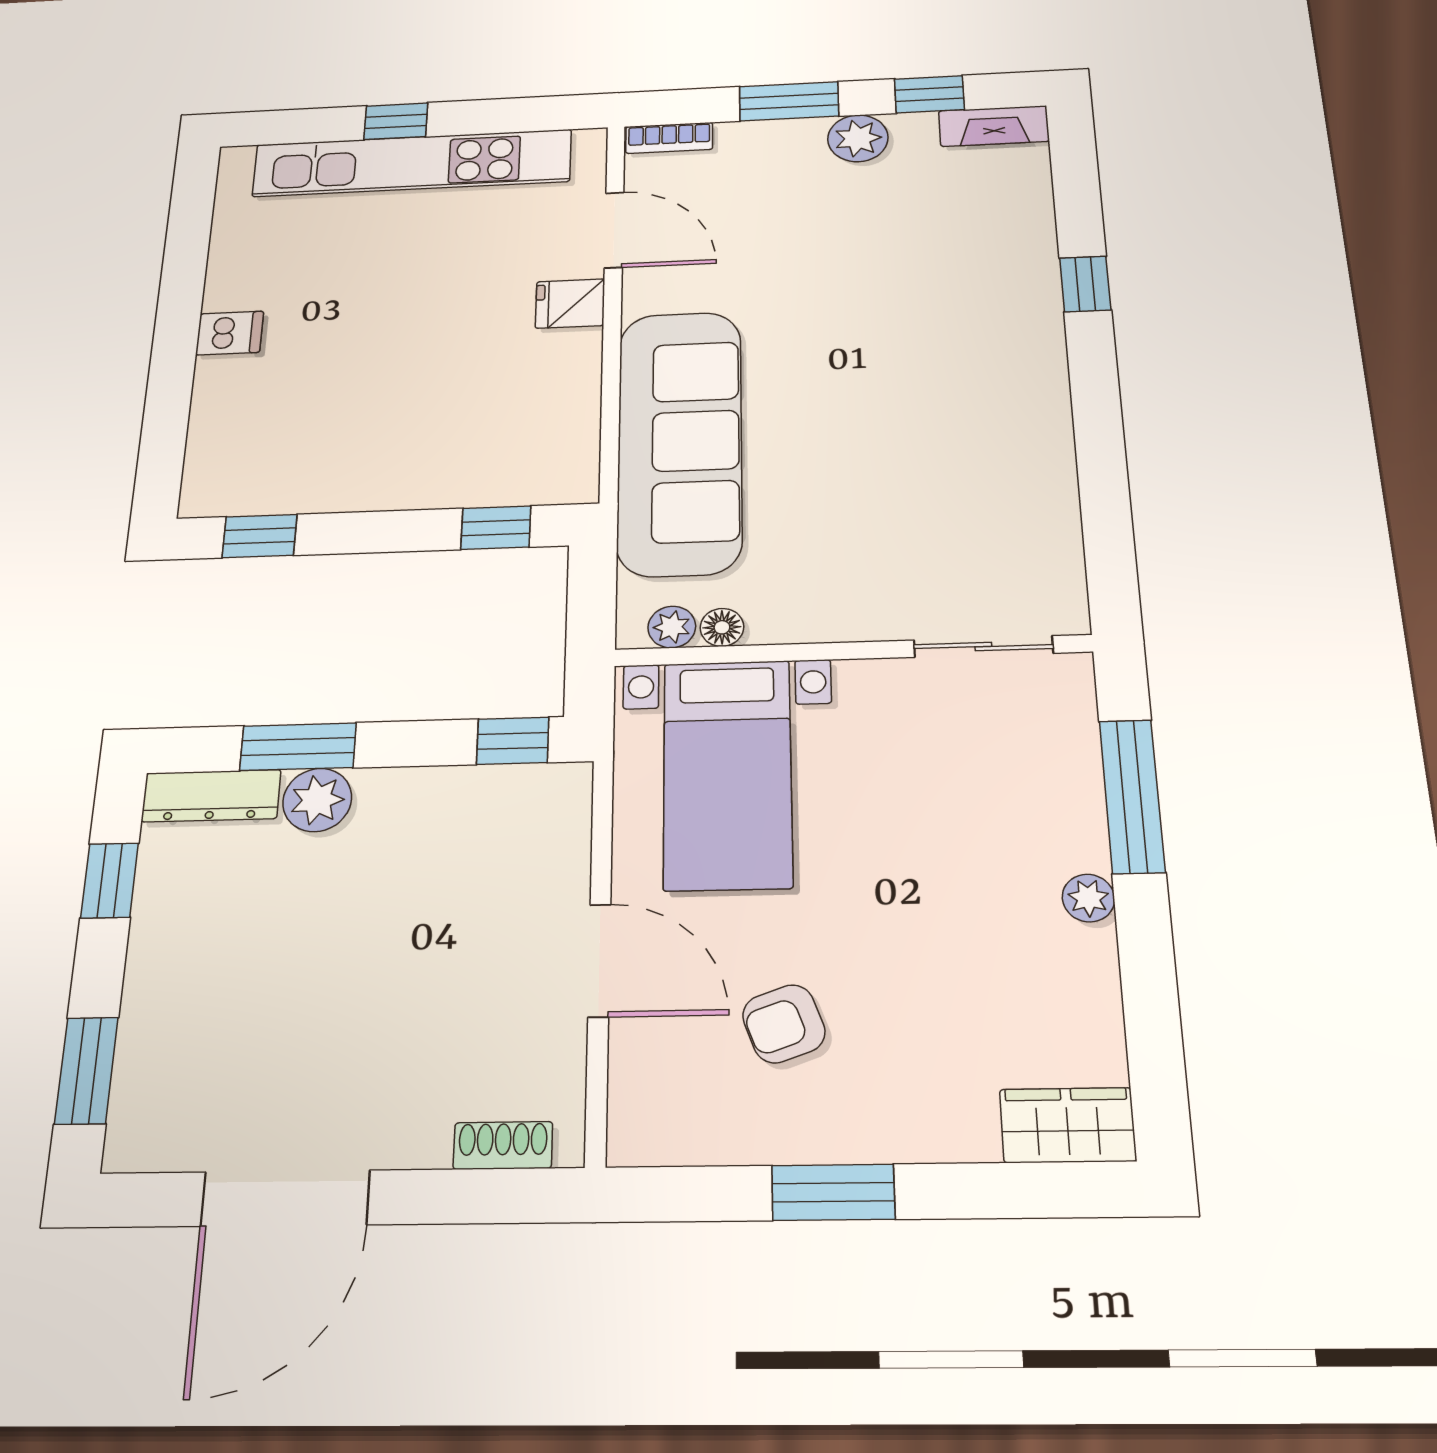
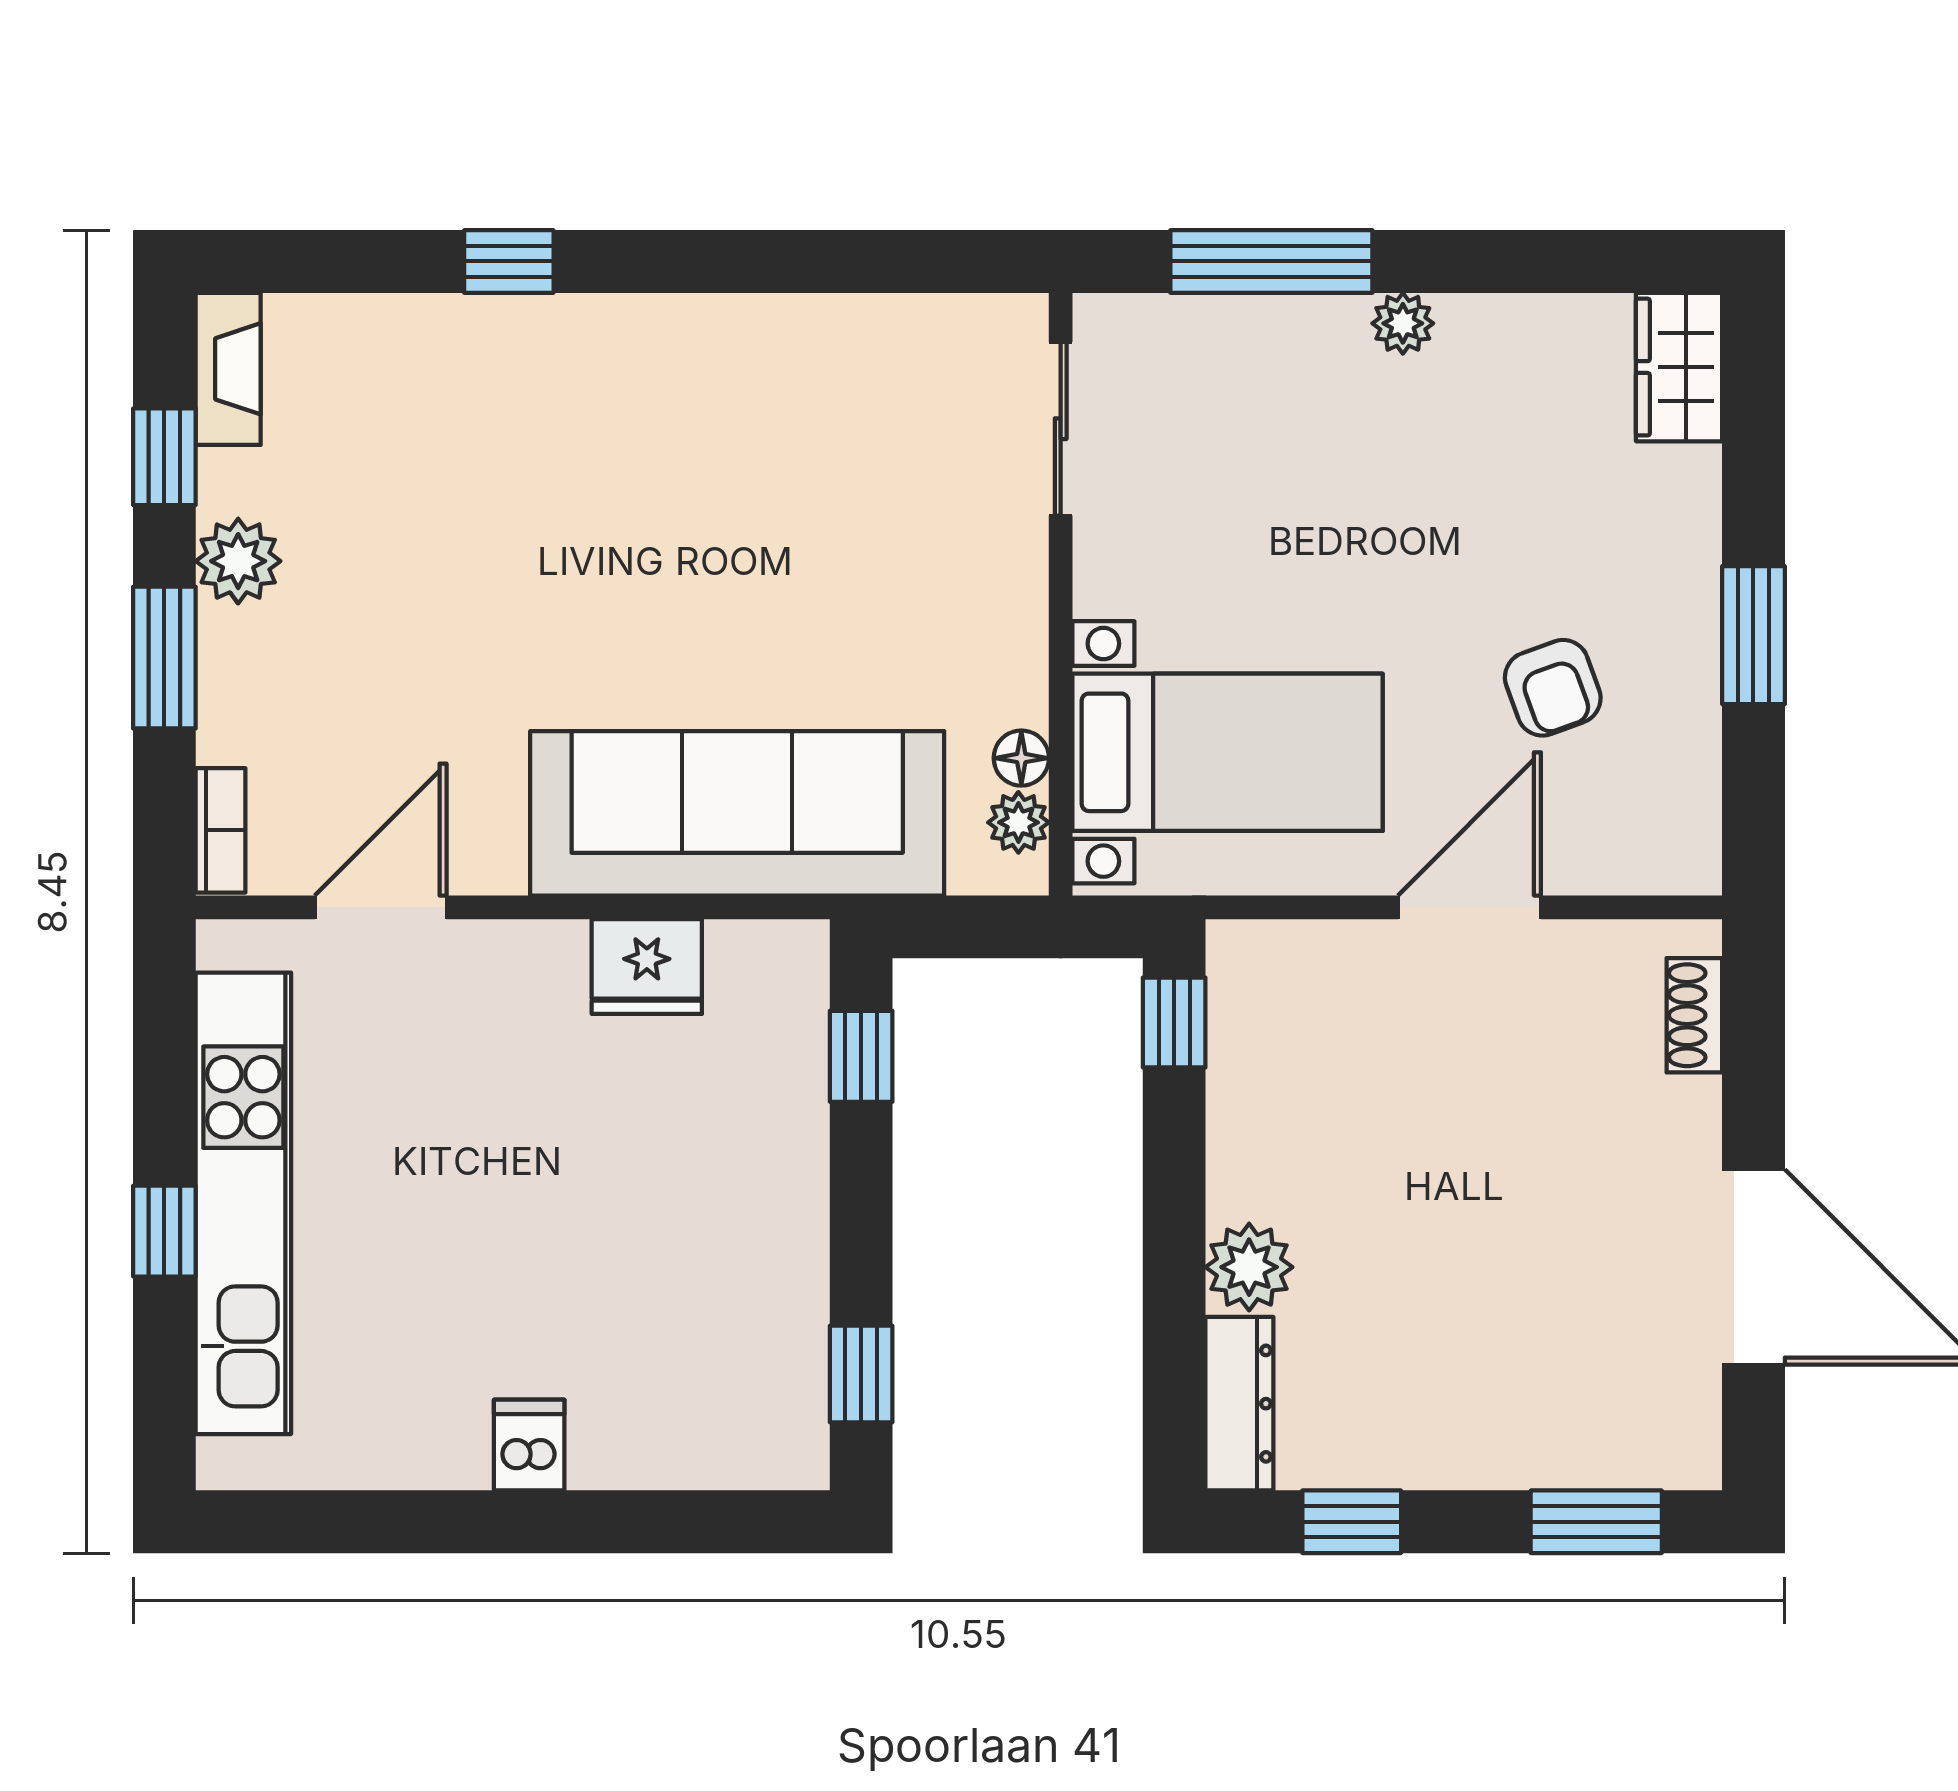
fridge: (570, 304) -> (647, 966), moved, width x1.38
window: (298, 747) -> (1174, 1297), removed

